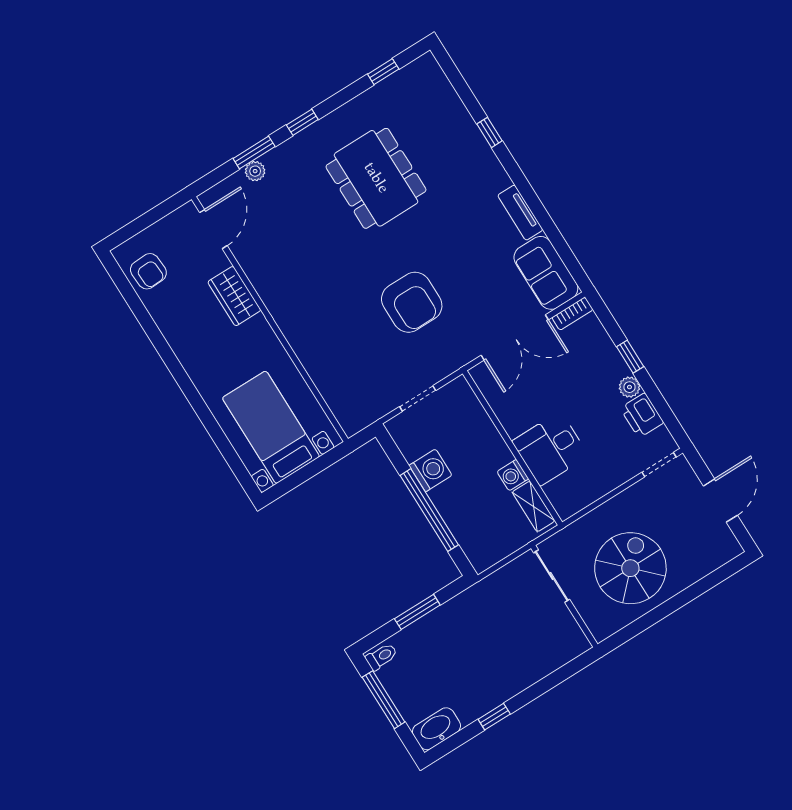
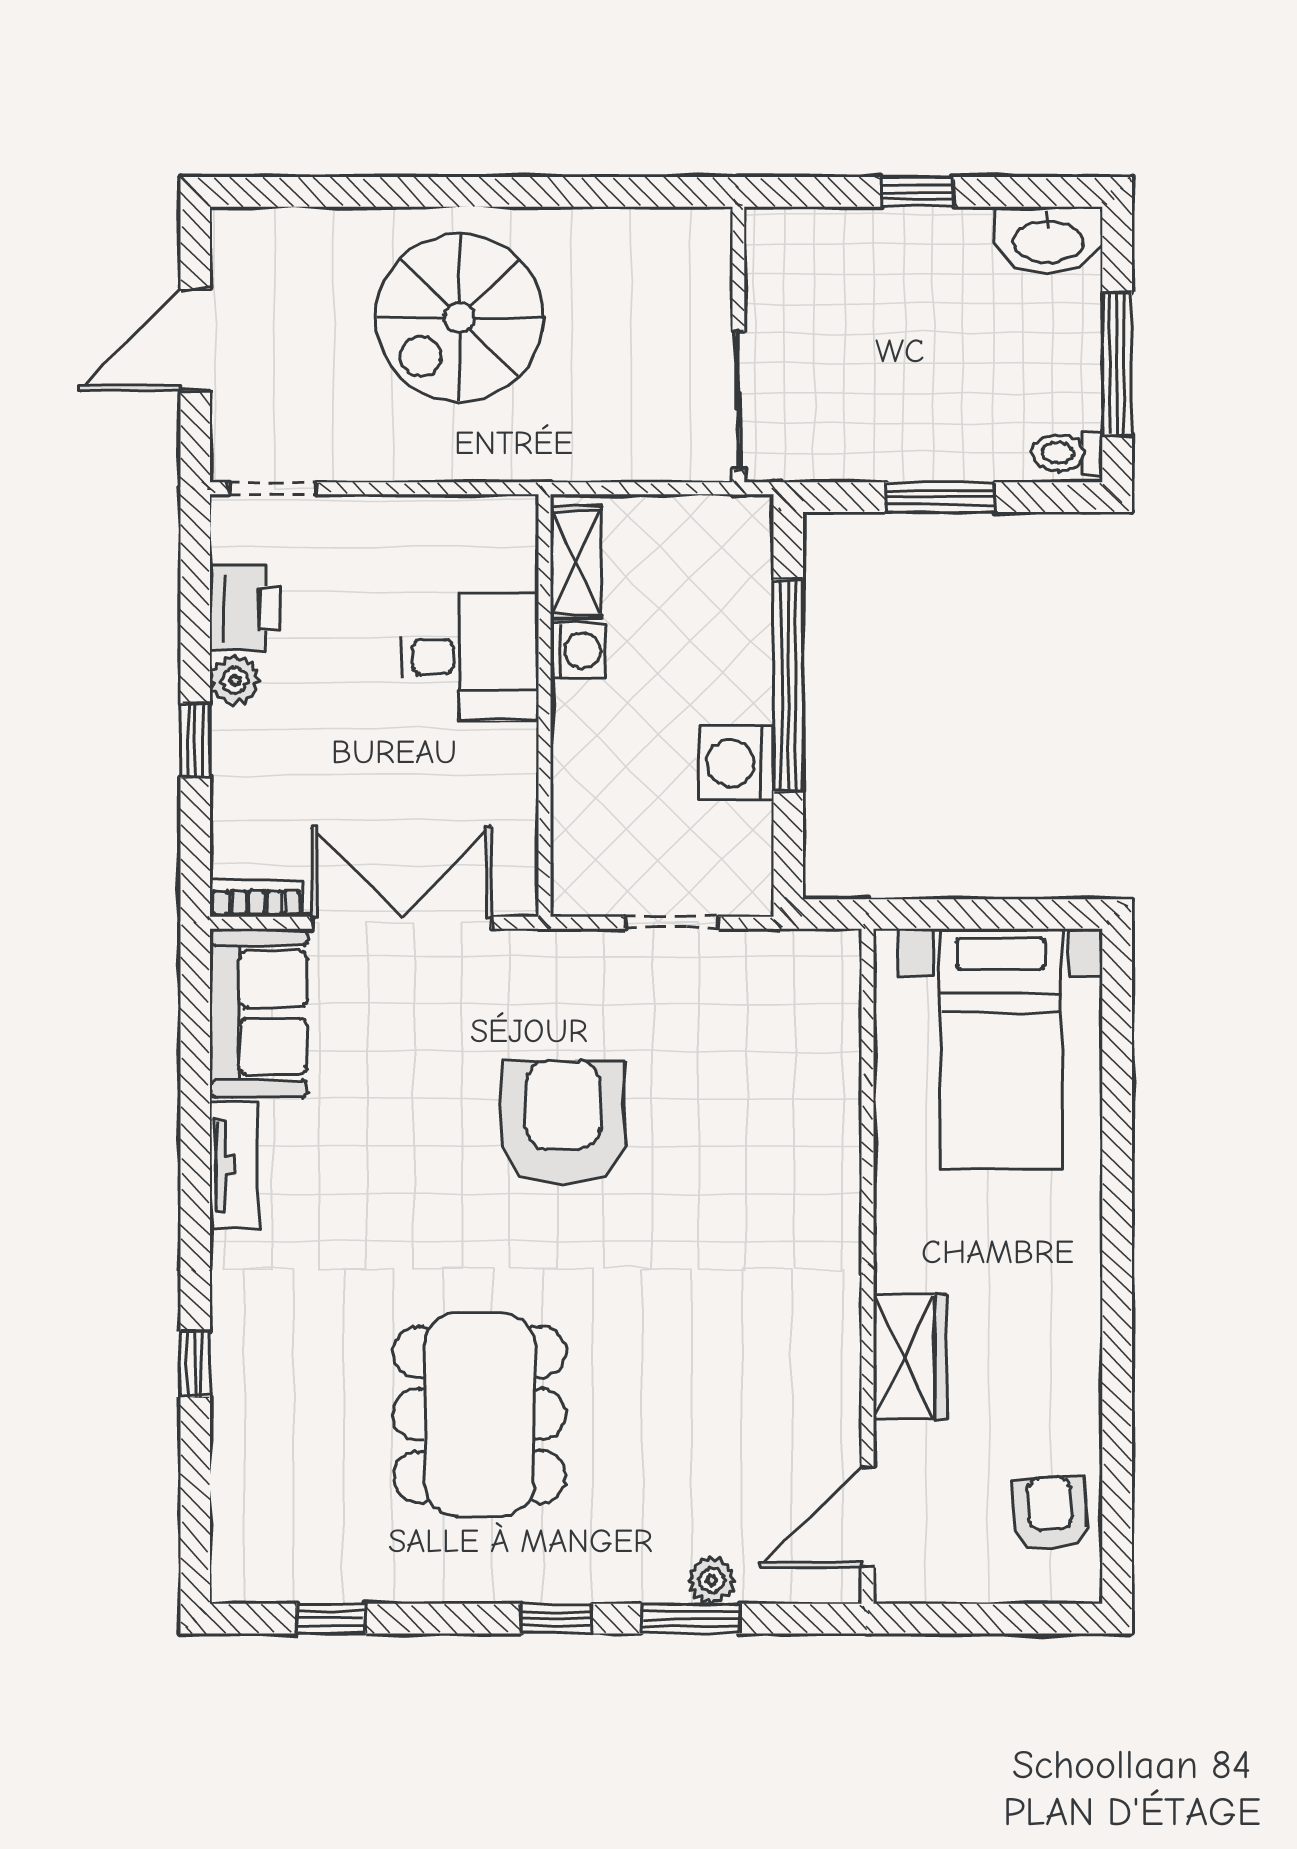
sliding door: (552, 576) -> (738, 400), moved
wall: (564, 596) -> (738, 344), moved

